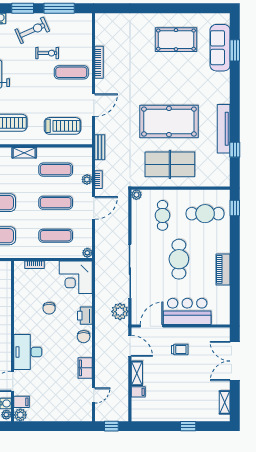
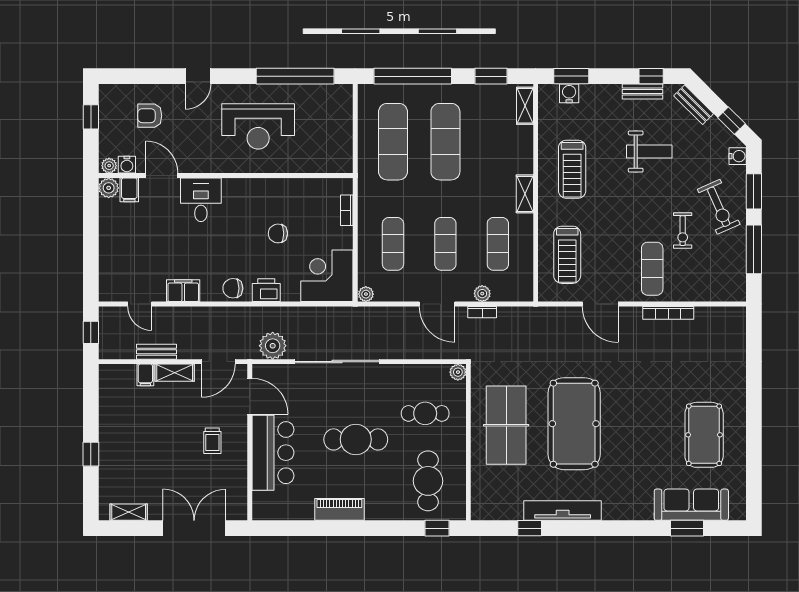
bench: (100, 147) -> (156, 352), moved
desk: (28, 352) -> (201, 200), width x0.73

